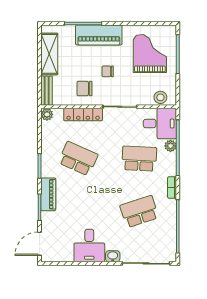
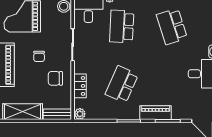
chair: (84, 89) -> (55, 78), turned 90
locker: (83, 115) -> (80, 86), width x0.66

